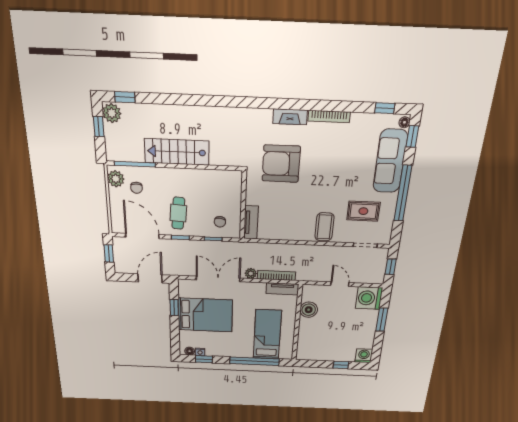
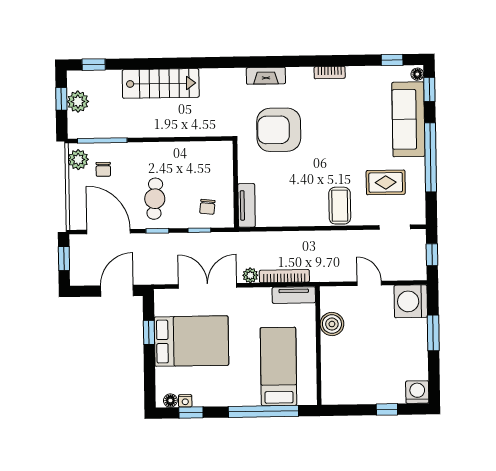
plant: (112, 113) -> (78, 102), moved
bookcase: (329, 116) -> (330, 73), width x0.64
fireplace: (290, 117) -> (266, 76), moved
stairs: (177, 152) -> (161, 83), moved, turned 180

